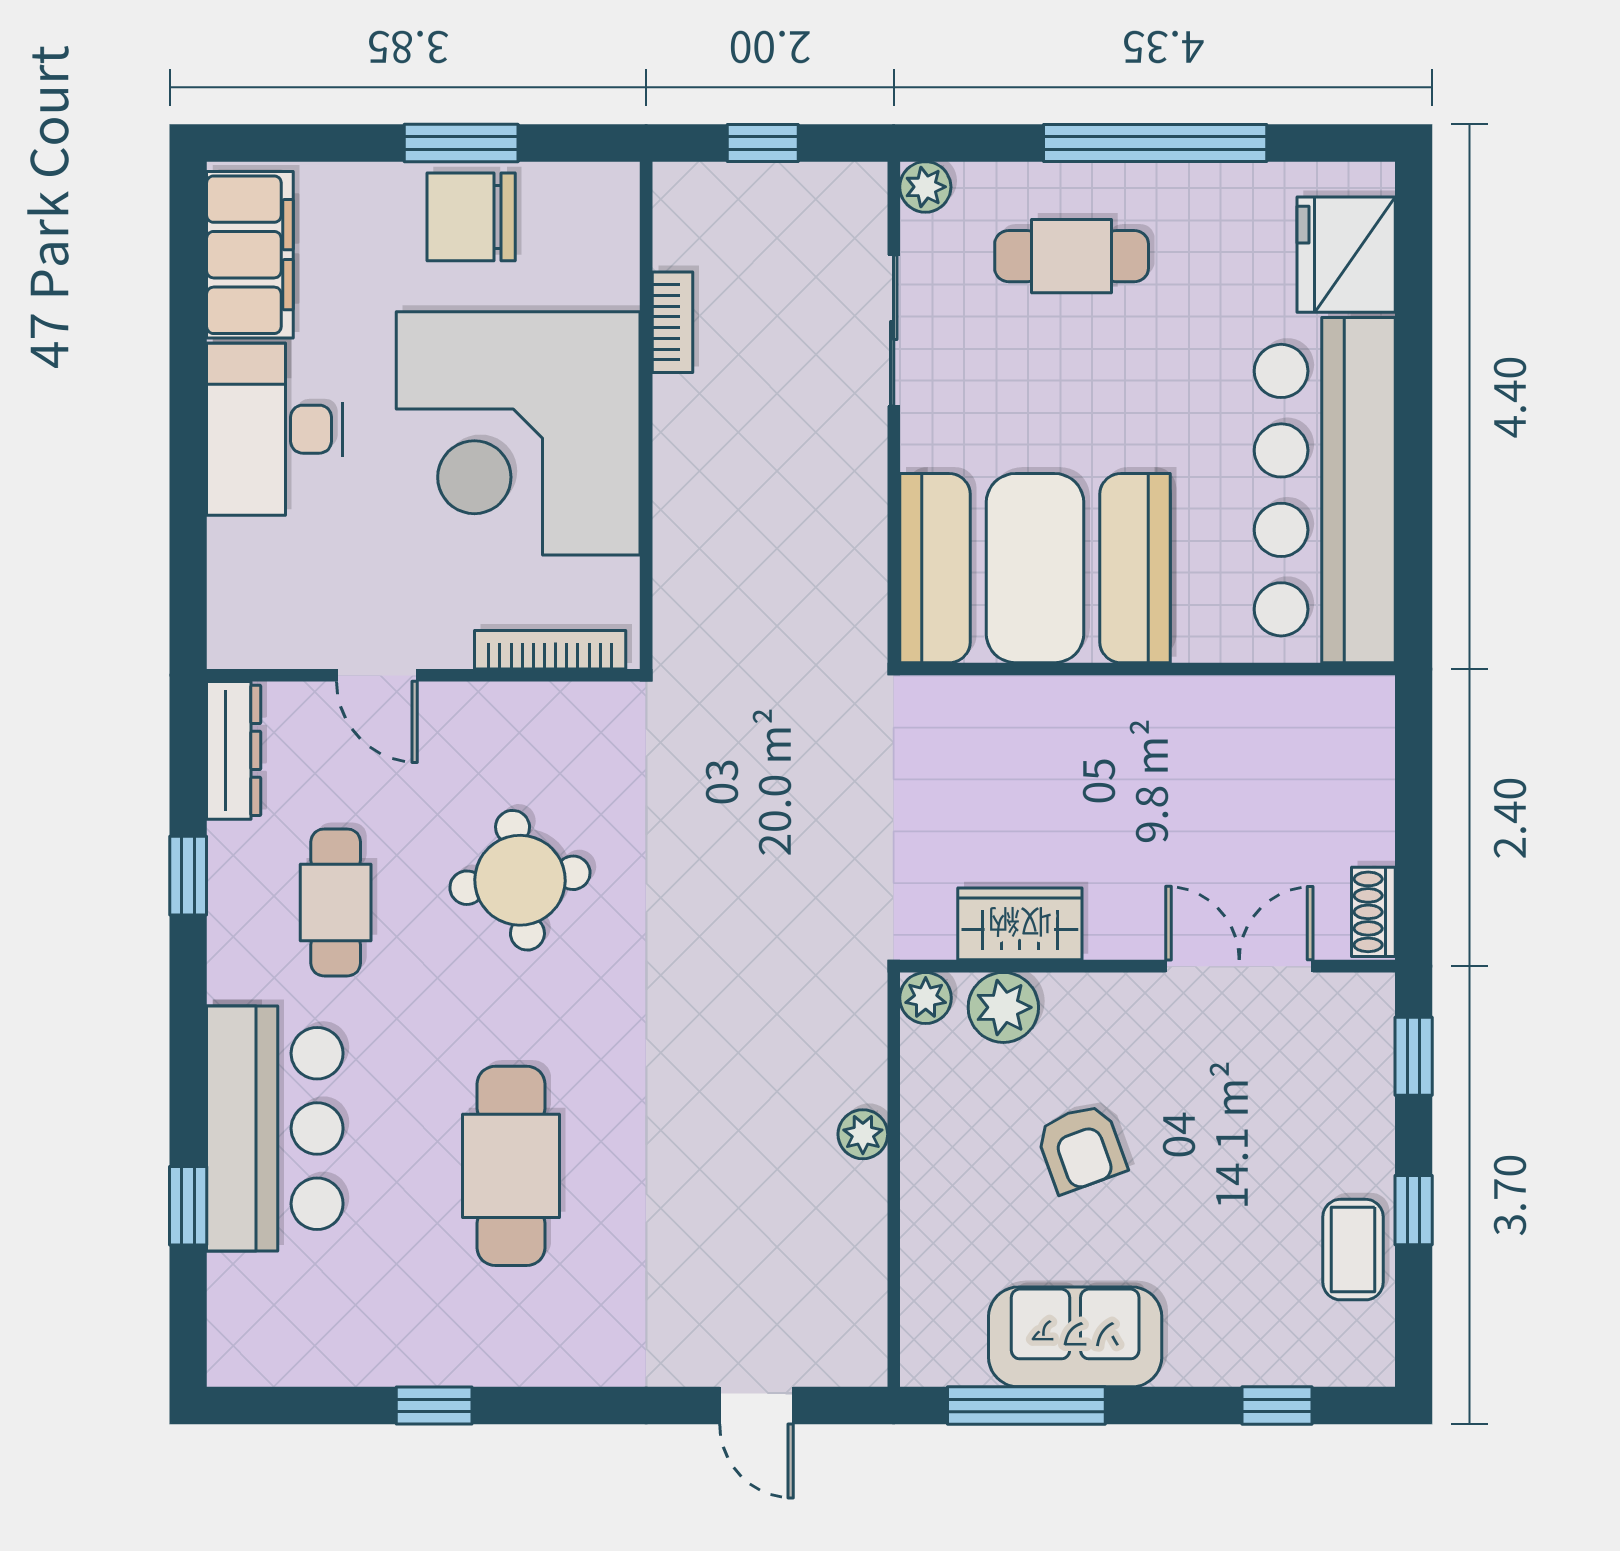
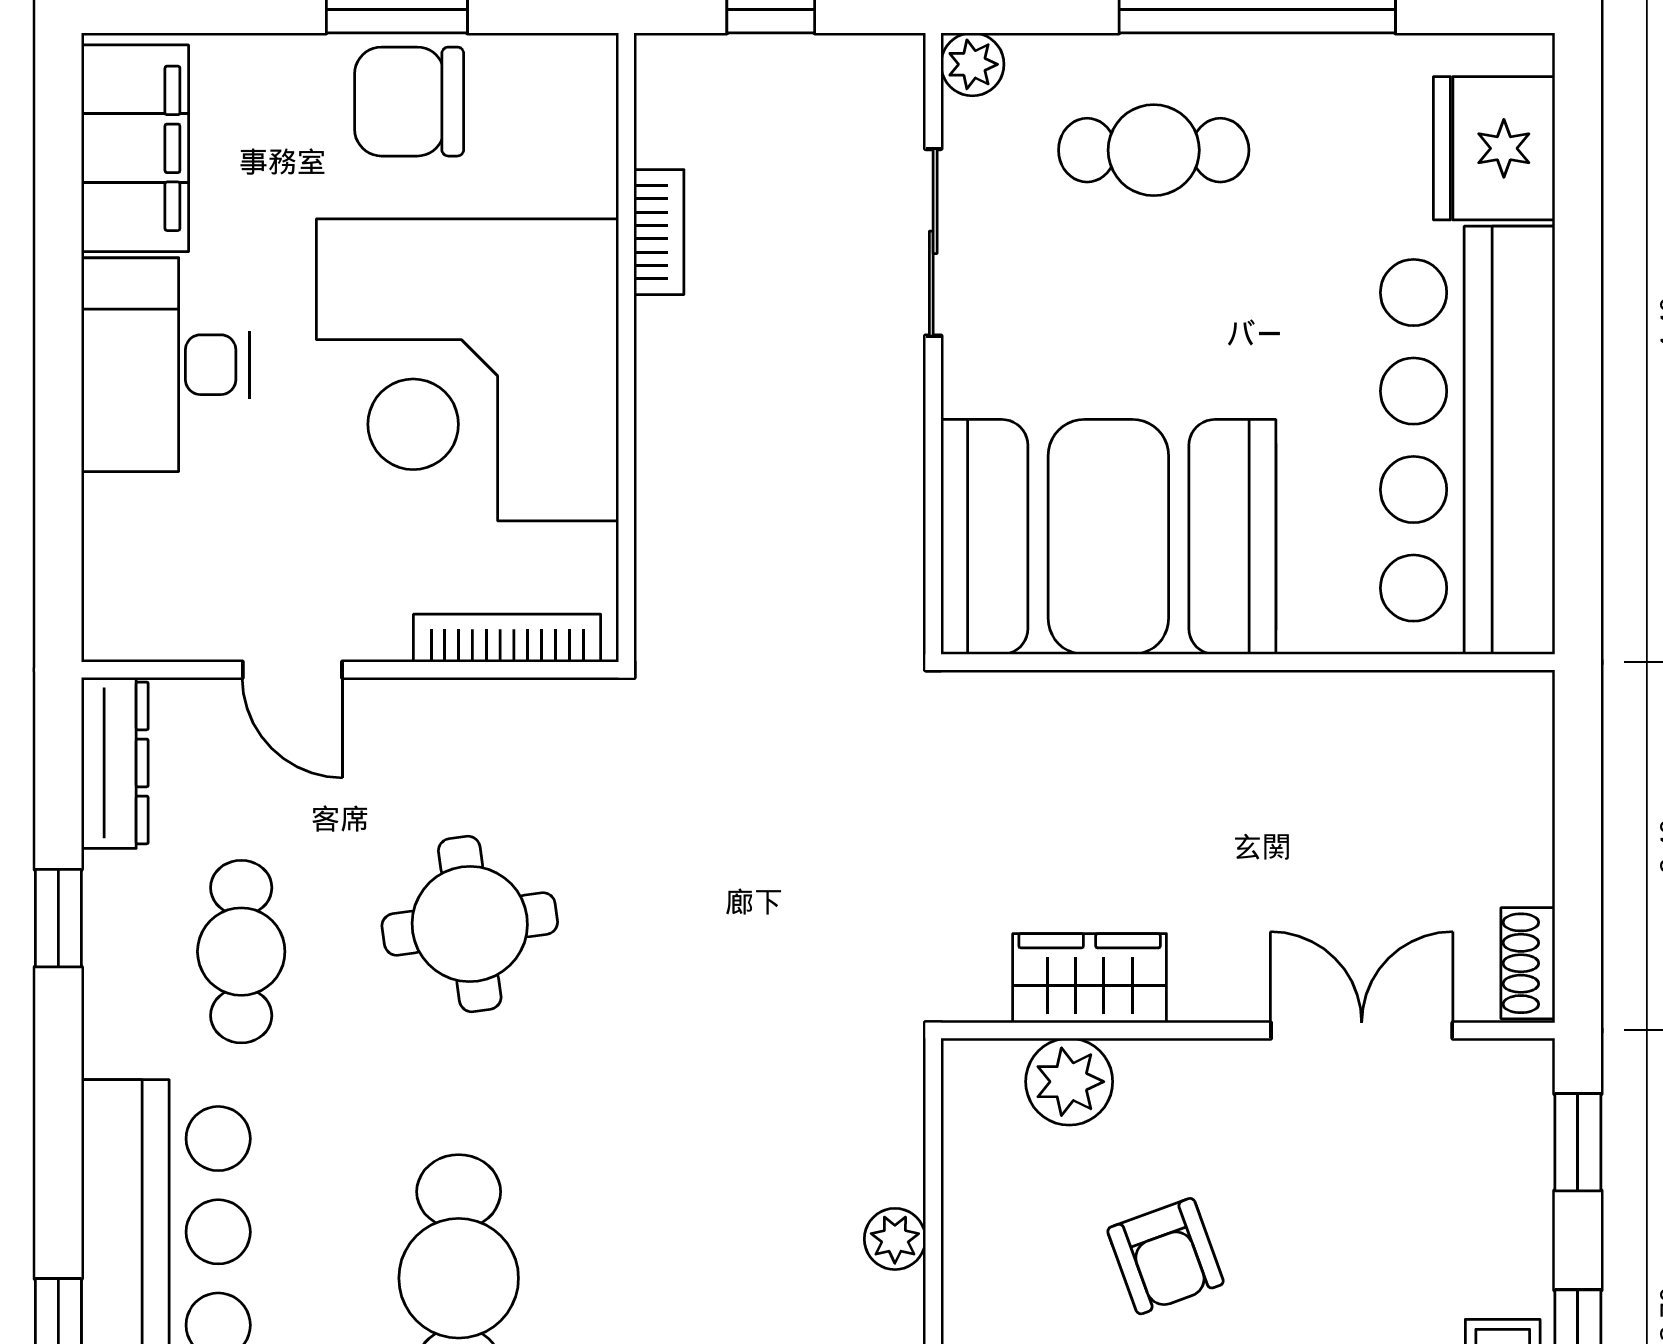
plant: (926, 998) -> (973, 1070), removed

